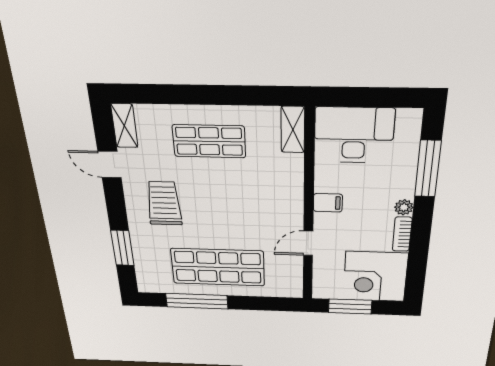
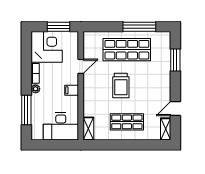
door: (110, 165) -> (175, 109), swing flipped
trolley: (164, 203) -> (121, 85), moved

